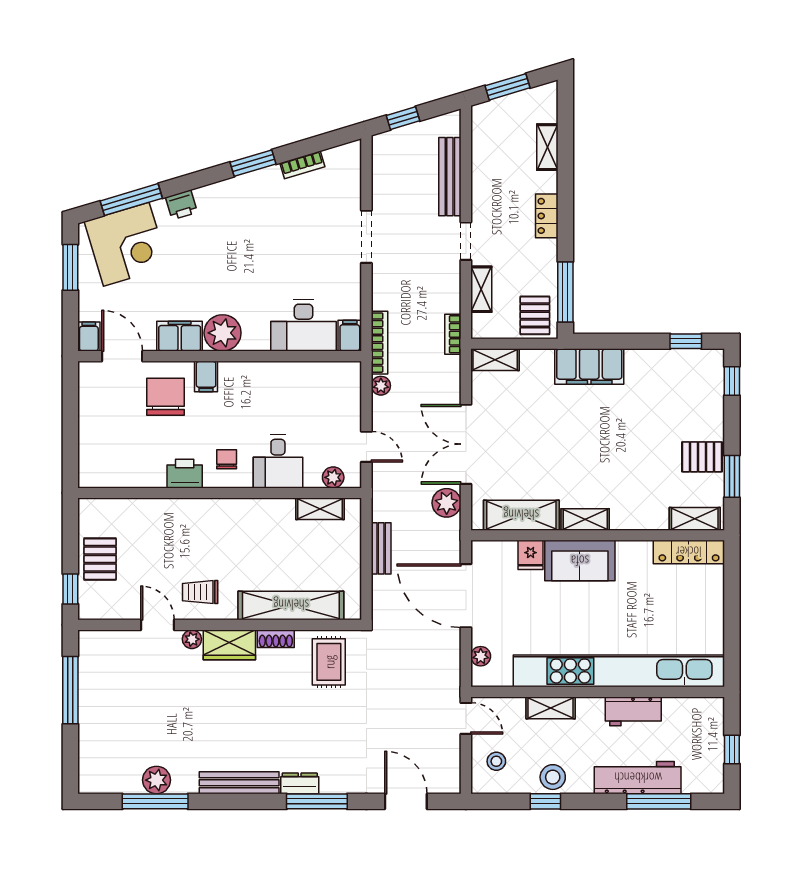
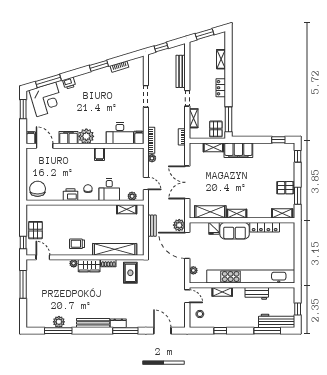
shelving: (495, 360) -> (213, 147), moved
filing cabinet: (206, 376) -> (99, 154), moved
chair: (166, 397) -> (38, 189), moved
plant: (447, 503) -> (179, 225), moved
locker: (689, 552) -> (265, 227), moved
door: (157, 625) -> (43, 257), moved
stool: (553, 777) -> (223, 321), removed
workbench: (638, 778) -> (277, 321), moved

